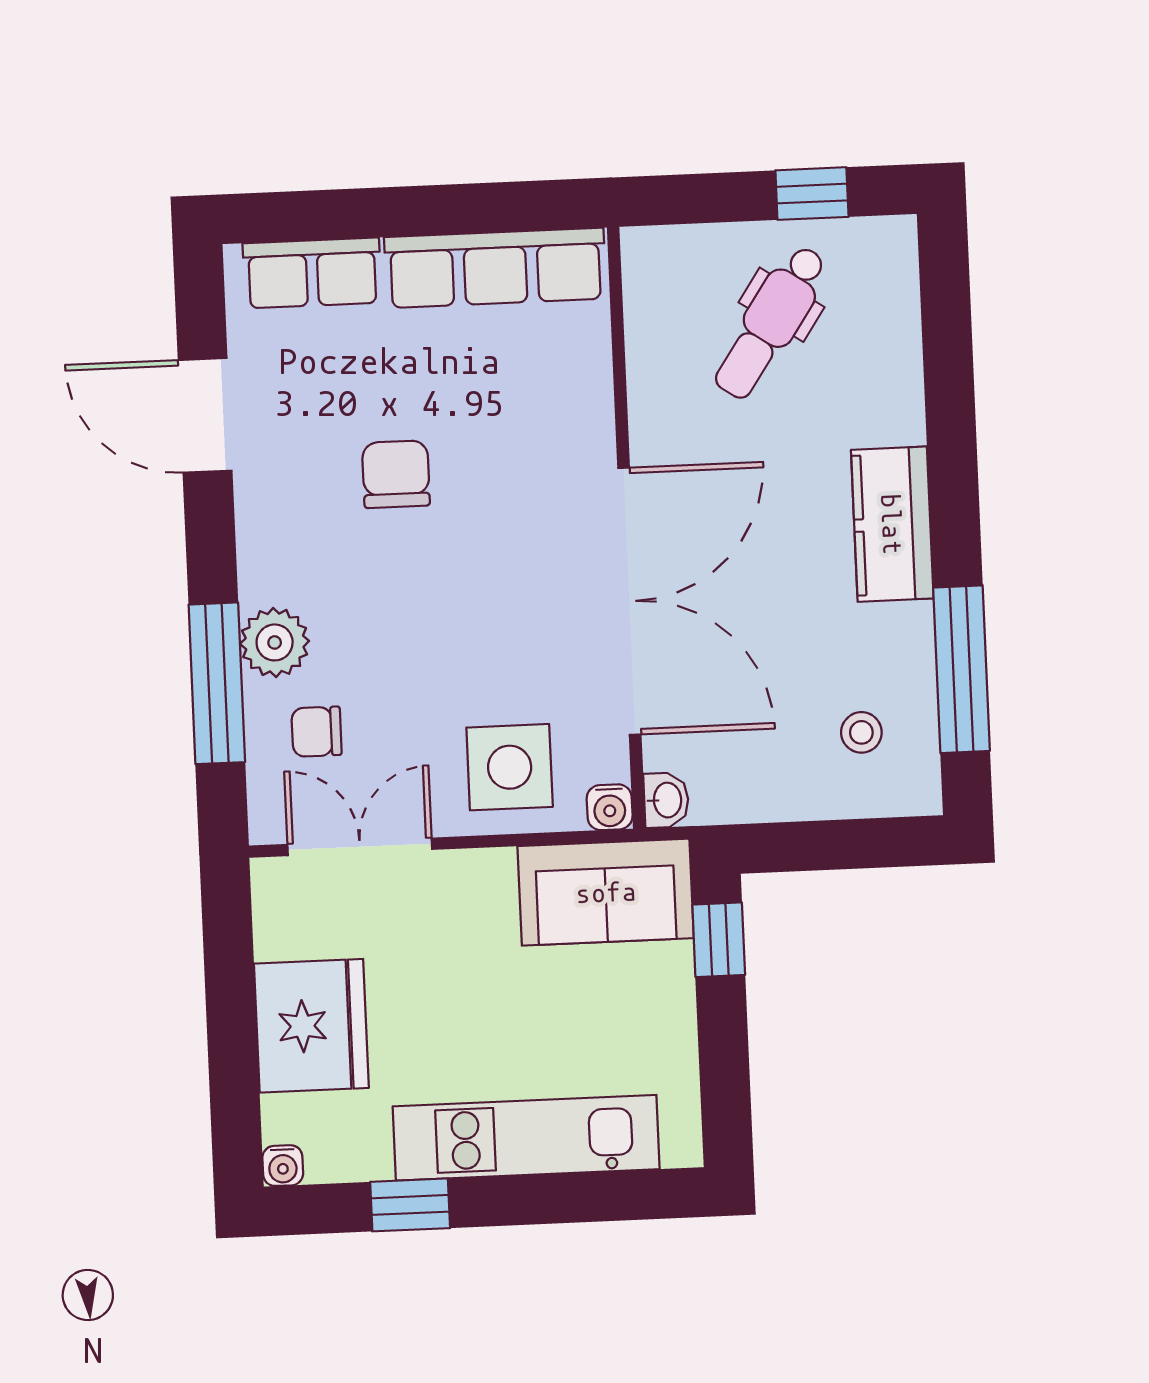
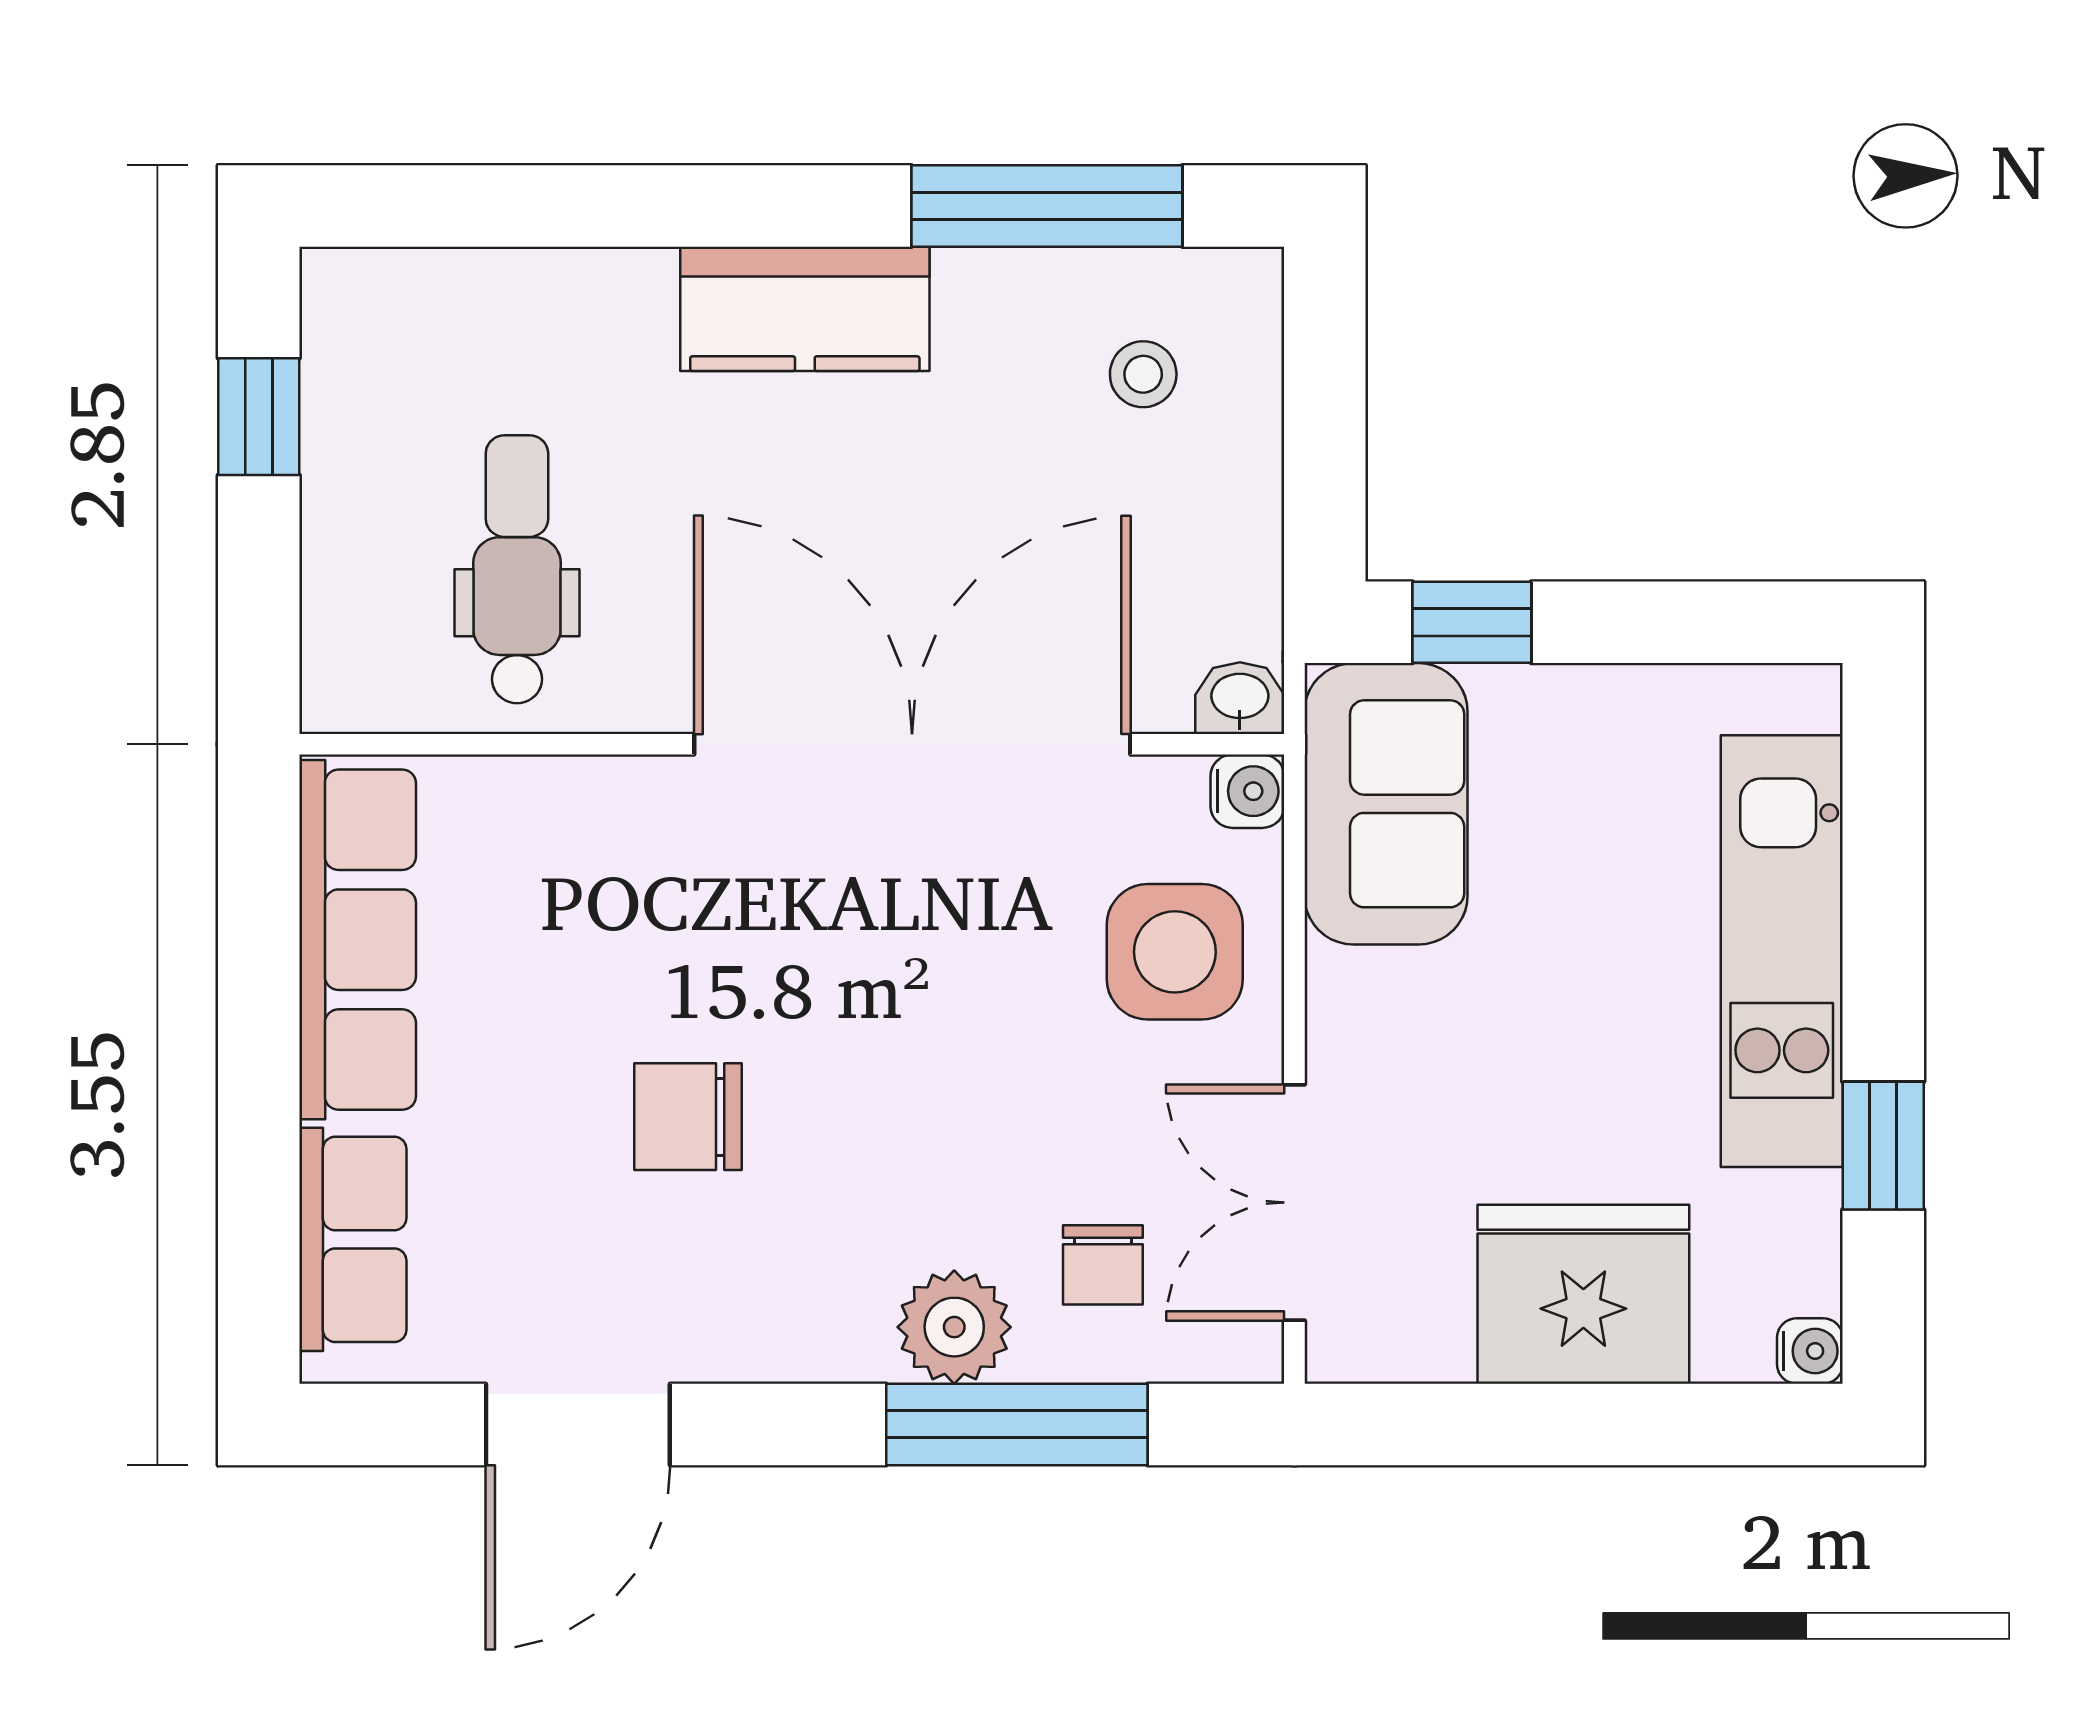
dental chair: (771, 322) -> (517, 569), moved, turned -124

